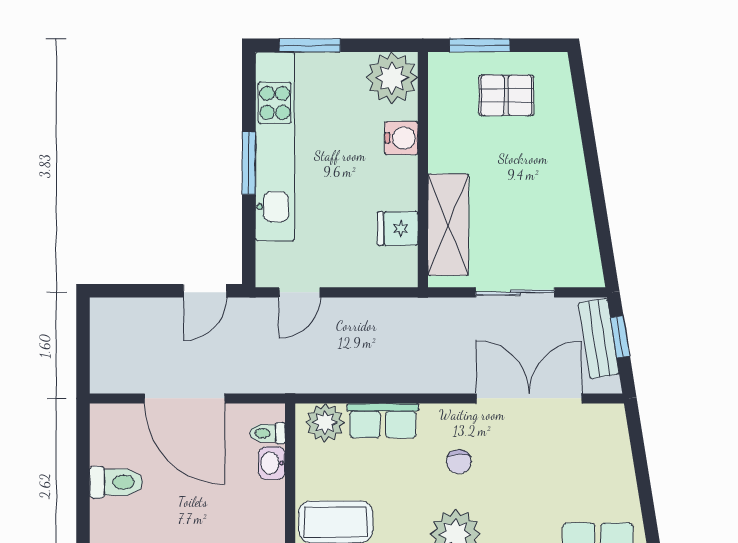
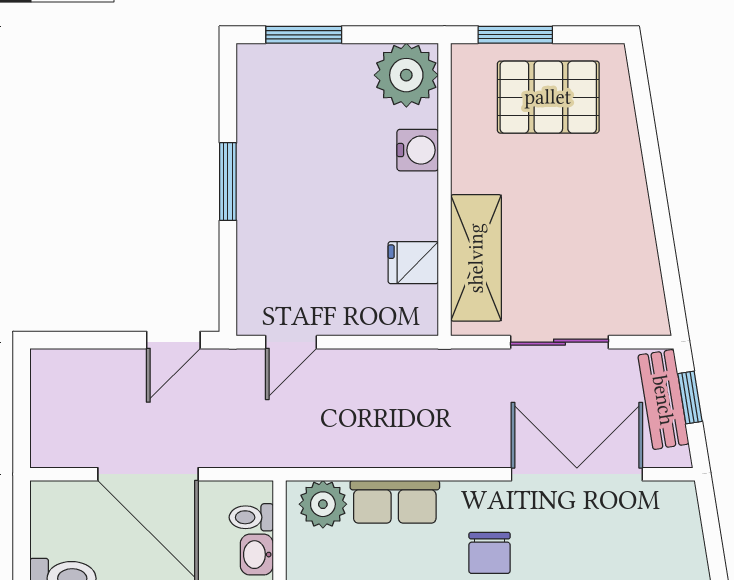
pallet: (506, 95) -> (548, 97), width x1.50, depth x1.42
kitchen unit: (275, 146) -> (260, 160), removed
chair: (459, 462) -> (490, 553), width x1.37, depth x1.37

